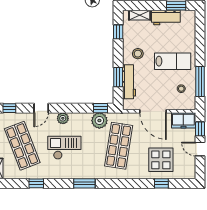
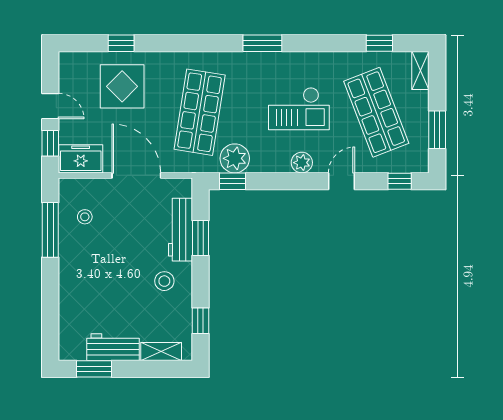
lab bench: (173, 61) -> (101, 267), removed
window: (36, 183) -> (379, 43), moved

